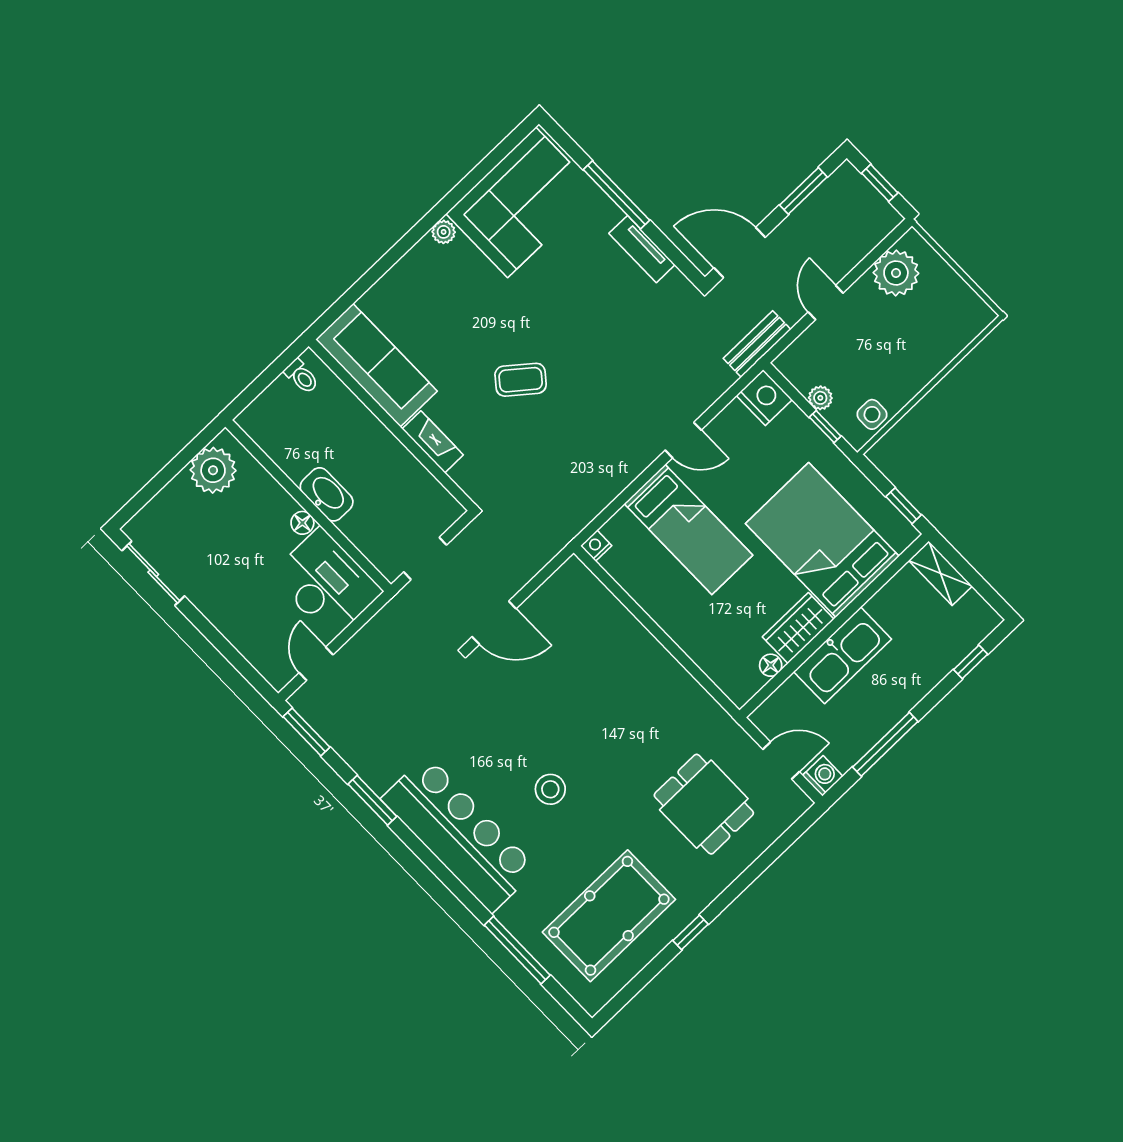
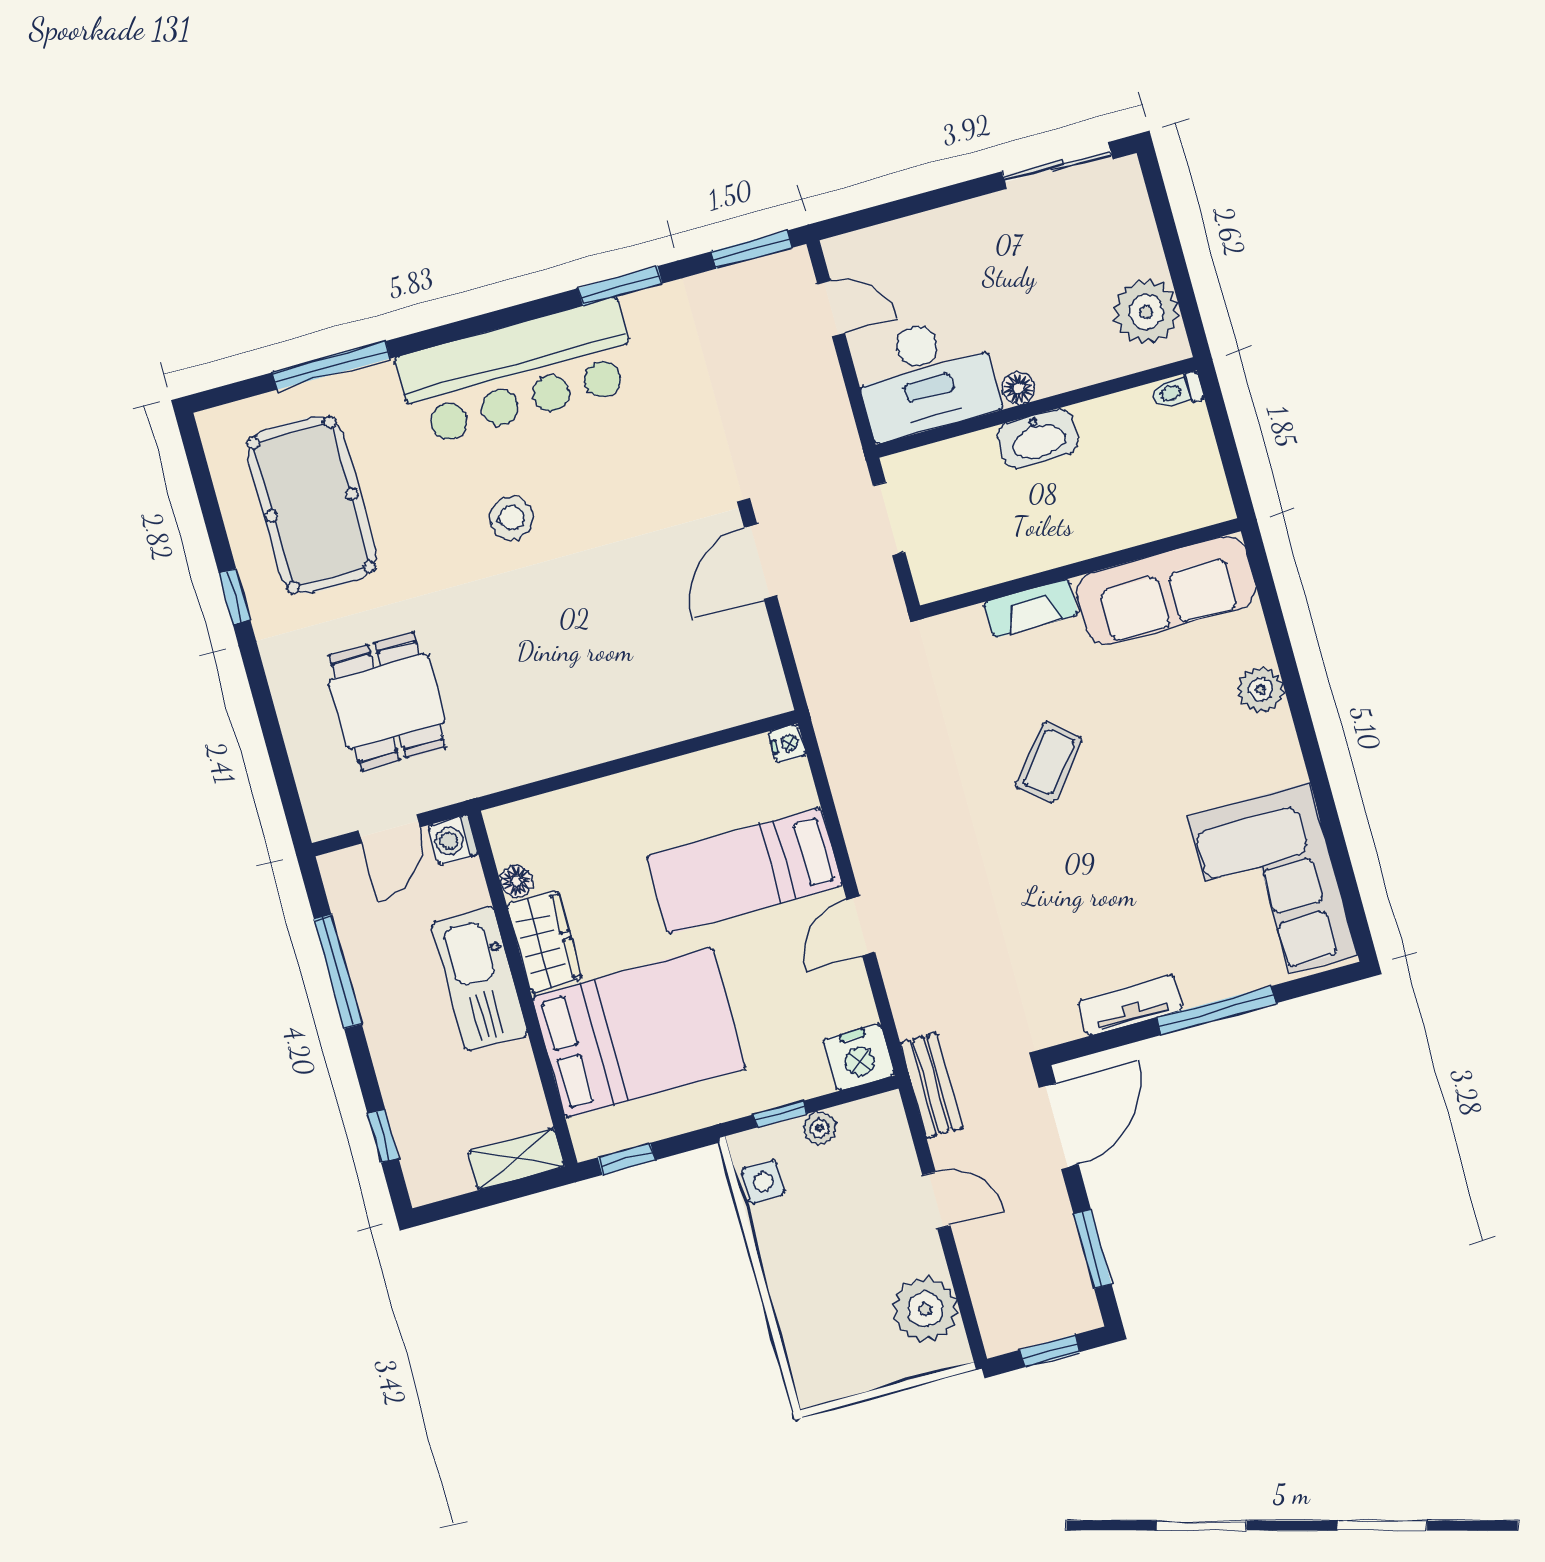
plant: (444, 232) -> (1261, 690), moved, width x1.38, depth x1.38
toilet: (301, 376) -> (1177, 391), moved
washing machine: (823, 776) -> (453, 840), moved, turned 90
dining table: (704, 804) -> (387, 701), turned 90

